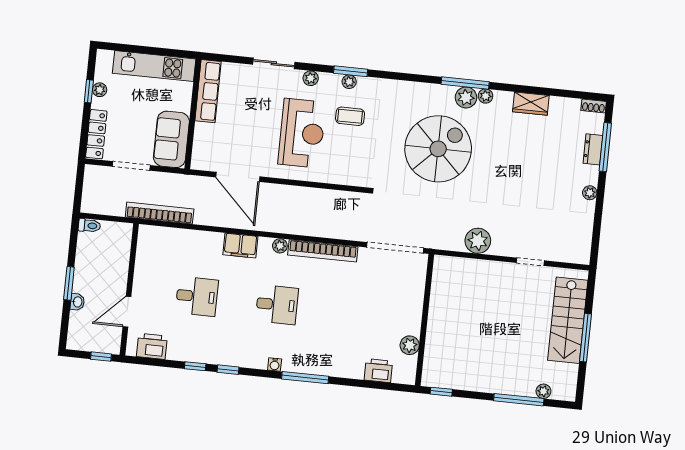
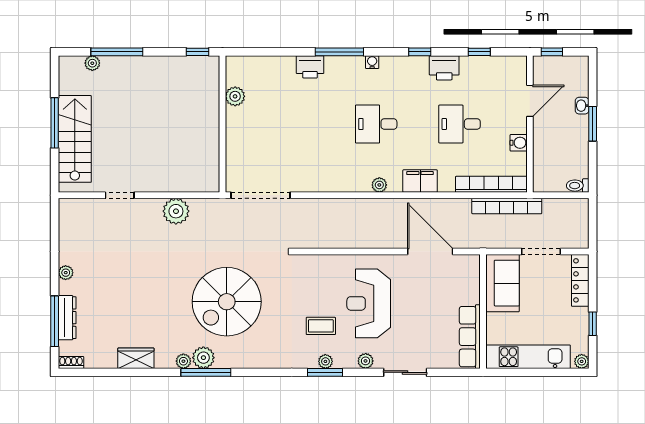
plant: (100, 90) -> (582, 361), moved
dresser: (593, 149) -> (67, 318), width x1.44
bookcase: (323, 251) -> (491, 184), moved
water cooler: (142, 273) -> (519, 143), added
printer: (152, 346) -> (444, 68), moved
window: (195, 366) -> (479, 52), moved
printer: (378, 371) -> (310, 67), moved

